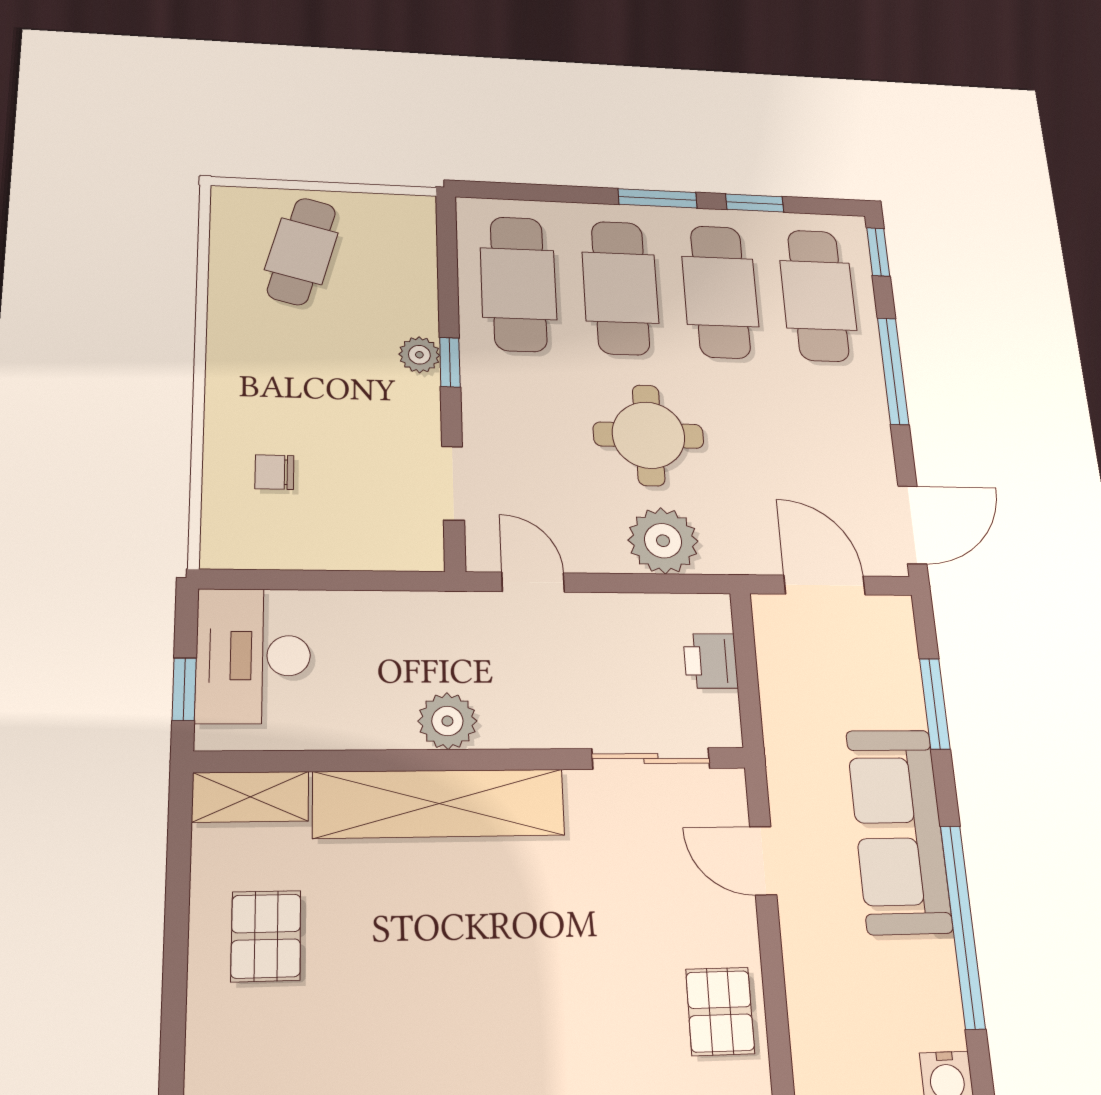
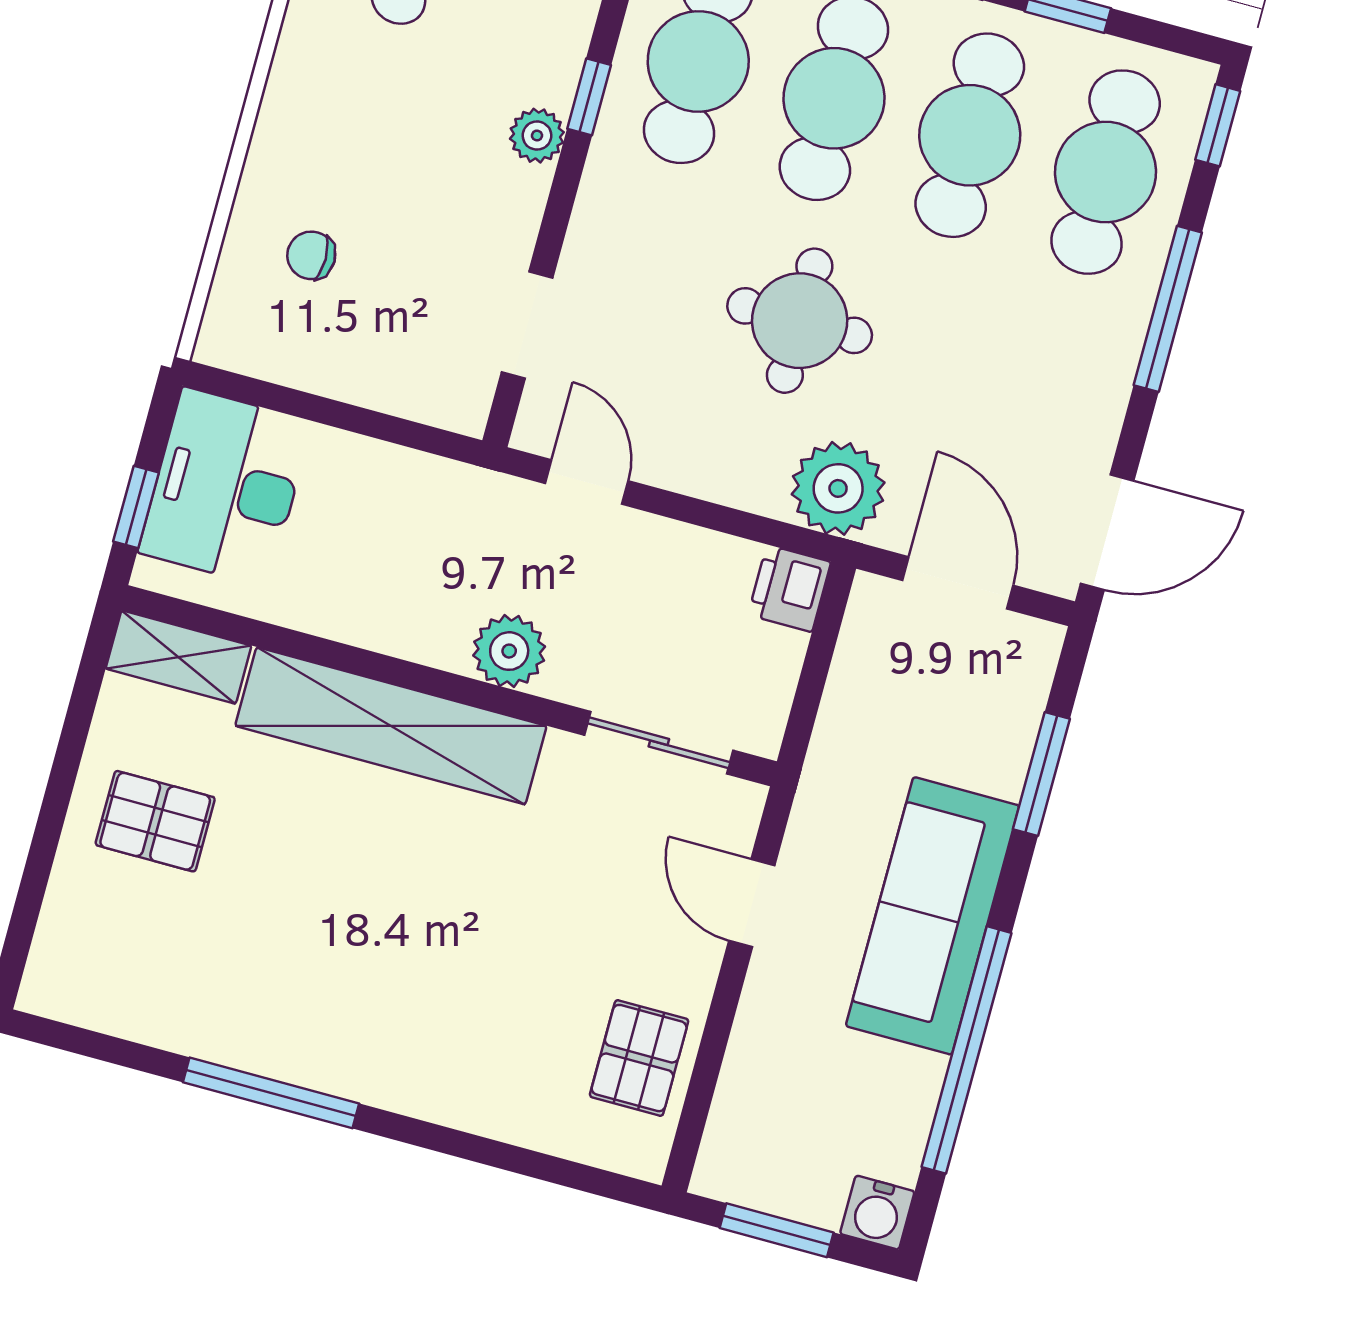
window: (450, 362) -> (589, 97), moved
plant: (663, 541) -> (838, 488), moved
printer: (711, 661) -> (789, 588), moved
plant: (447, 721) -> (509, 651), moved
pallet: (266, 936) -> (155, 821), turned 90

